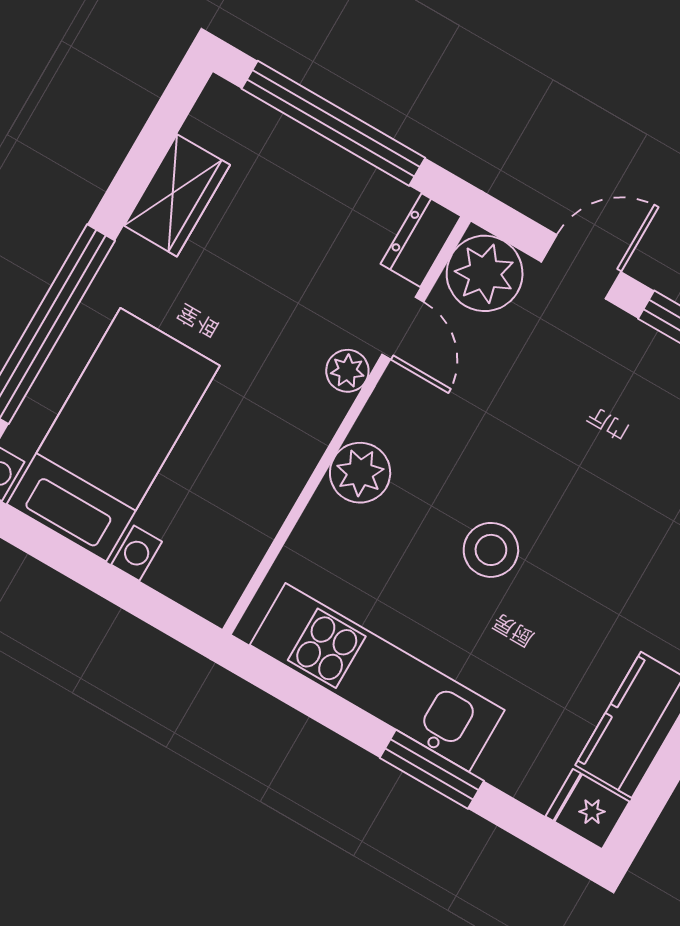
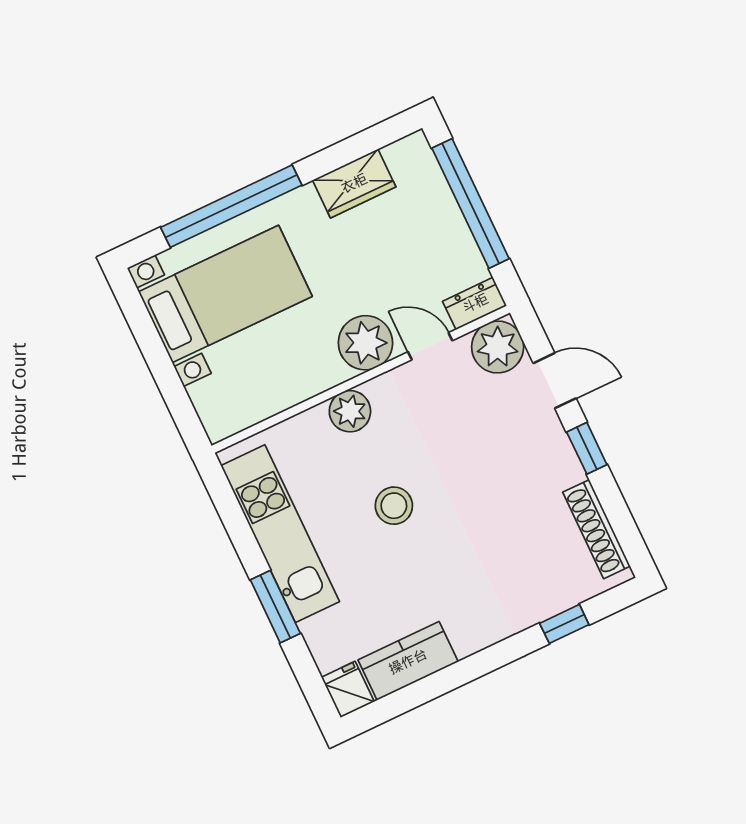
door: (403, 328) -> (430, 346), swing flipped
plant: (347, 371) -> (365, 343), width x1.88, depth x1.88

